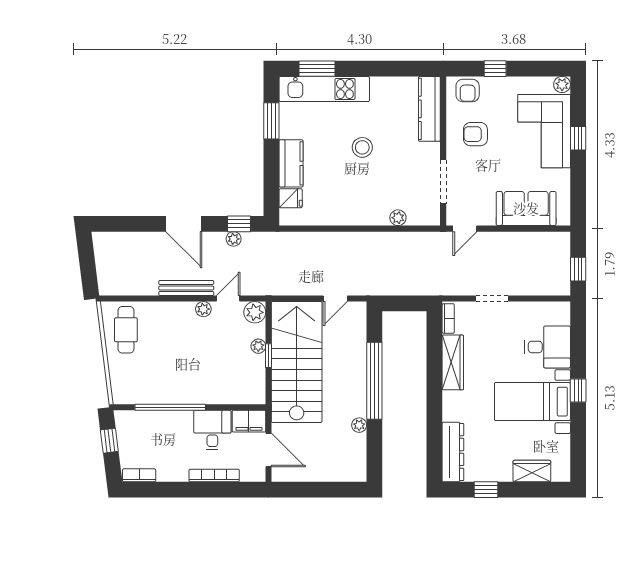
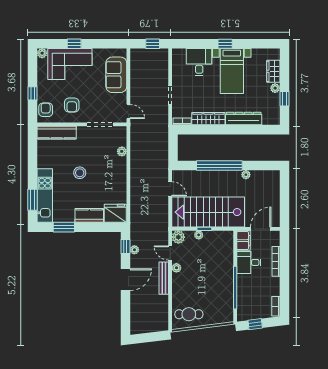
armchair: (468, 90) -> (46, 110), turned -90
fridge: (291, 198) -> (115, 213), width x1.88, depth x1.34
dresser: (453, 452) -> (244, 119), moved
plant: (504, 474) -> (275, 88), added

